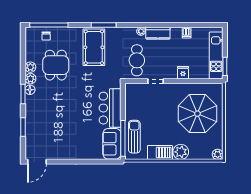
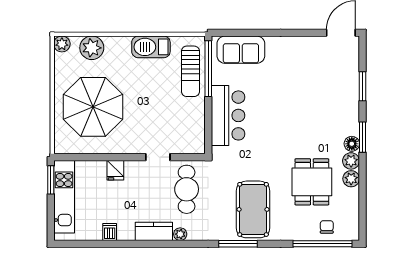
sofa: (112, 144) -> (241, 50), moved, turned 90
plant: (181, 152) -> (92, 48), moved

